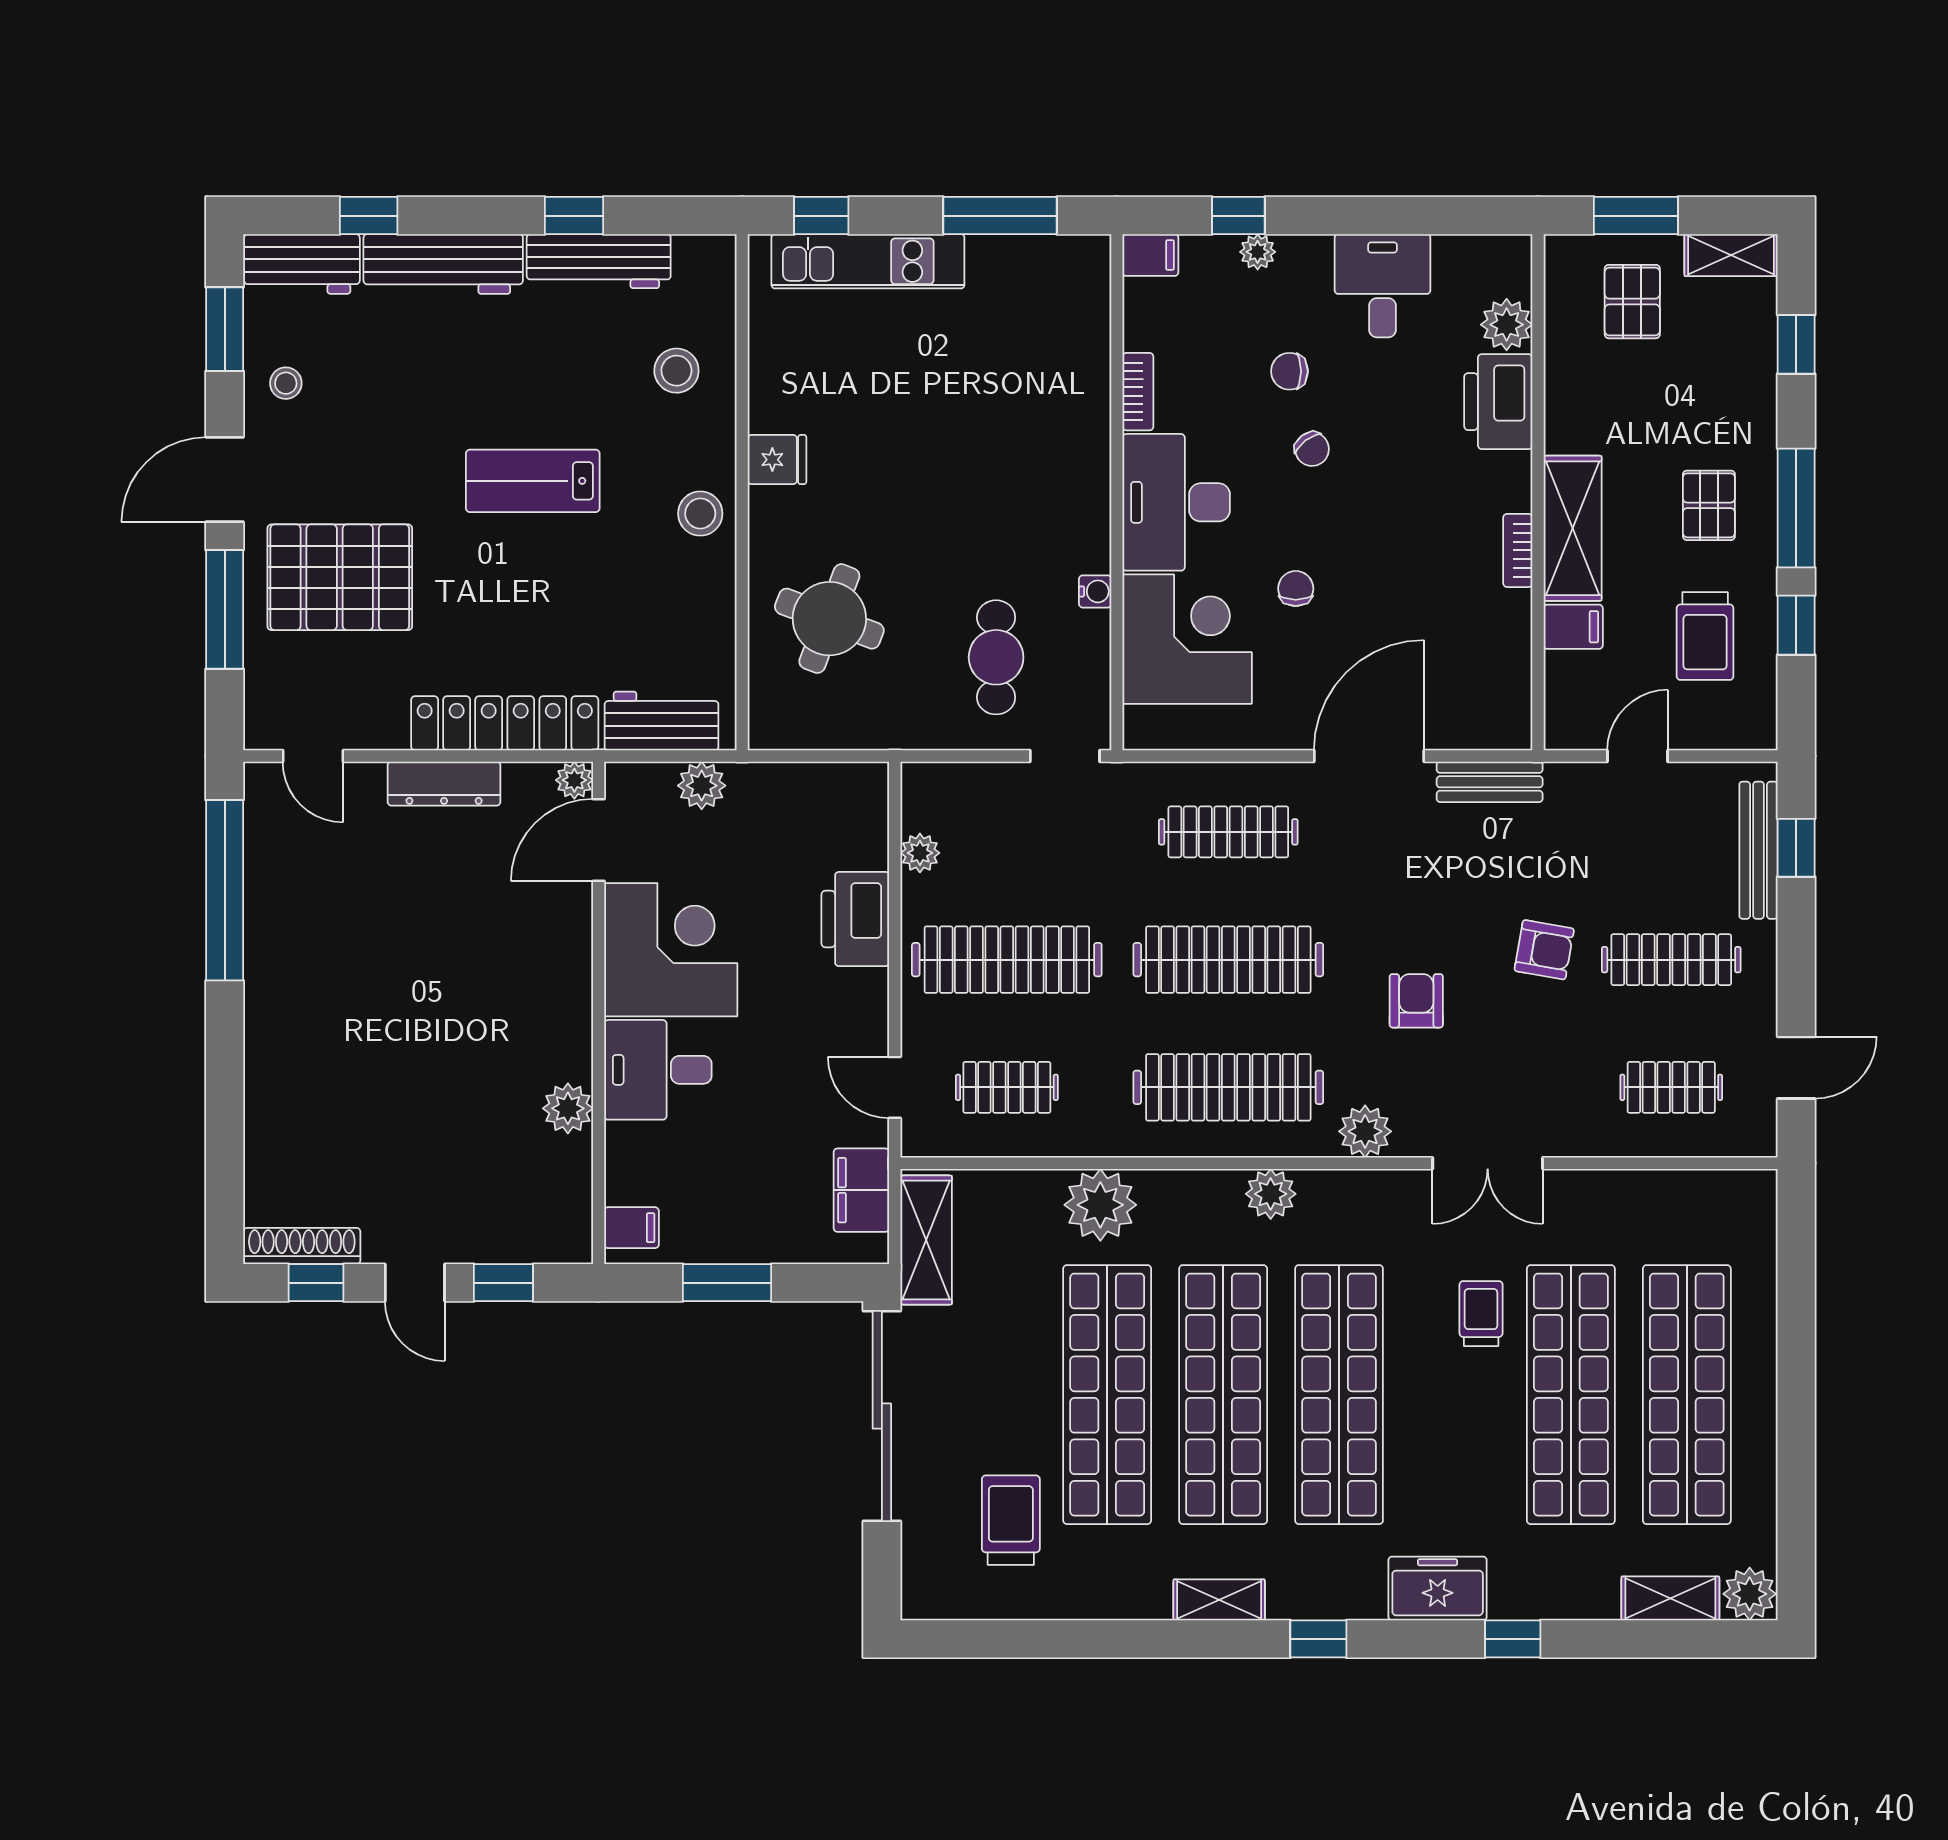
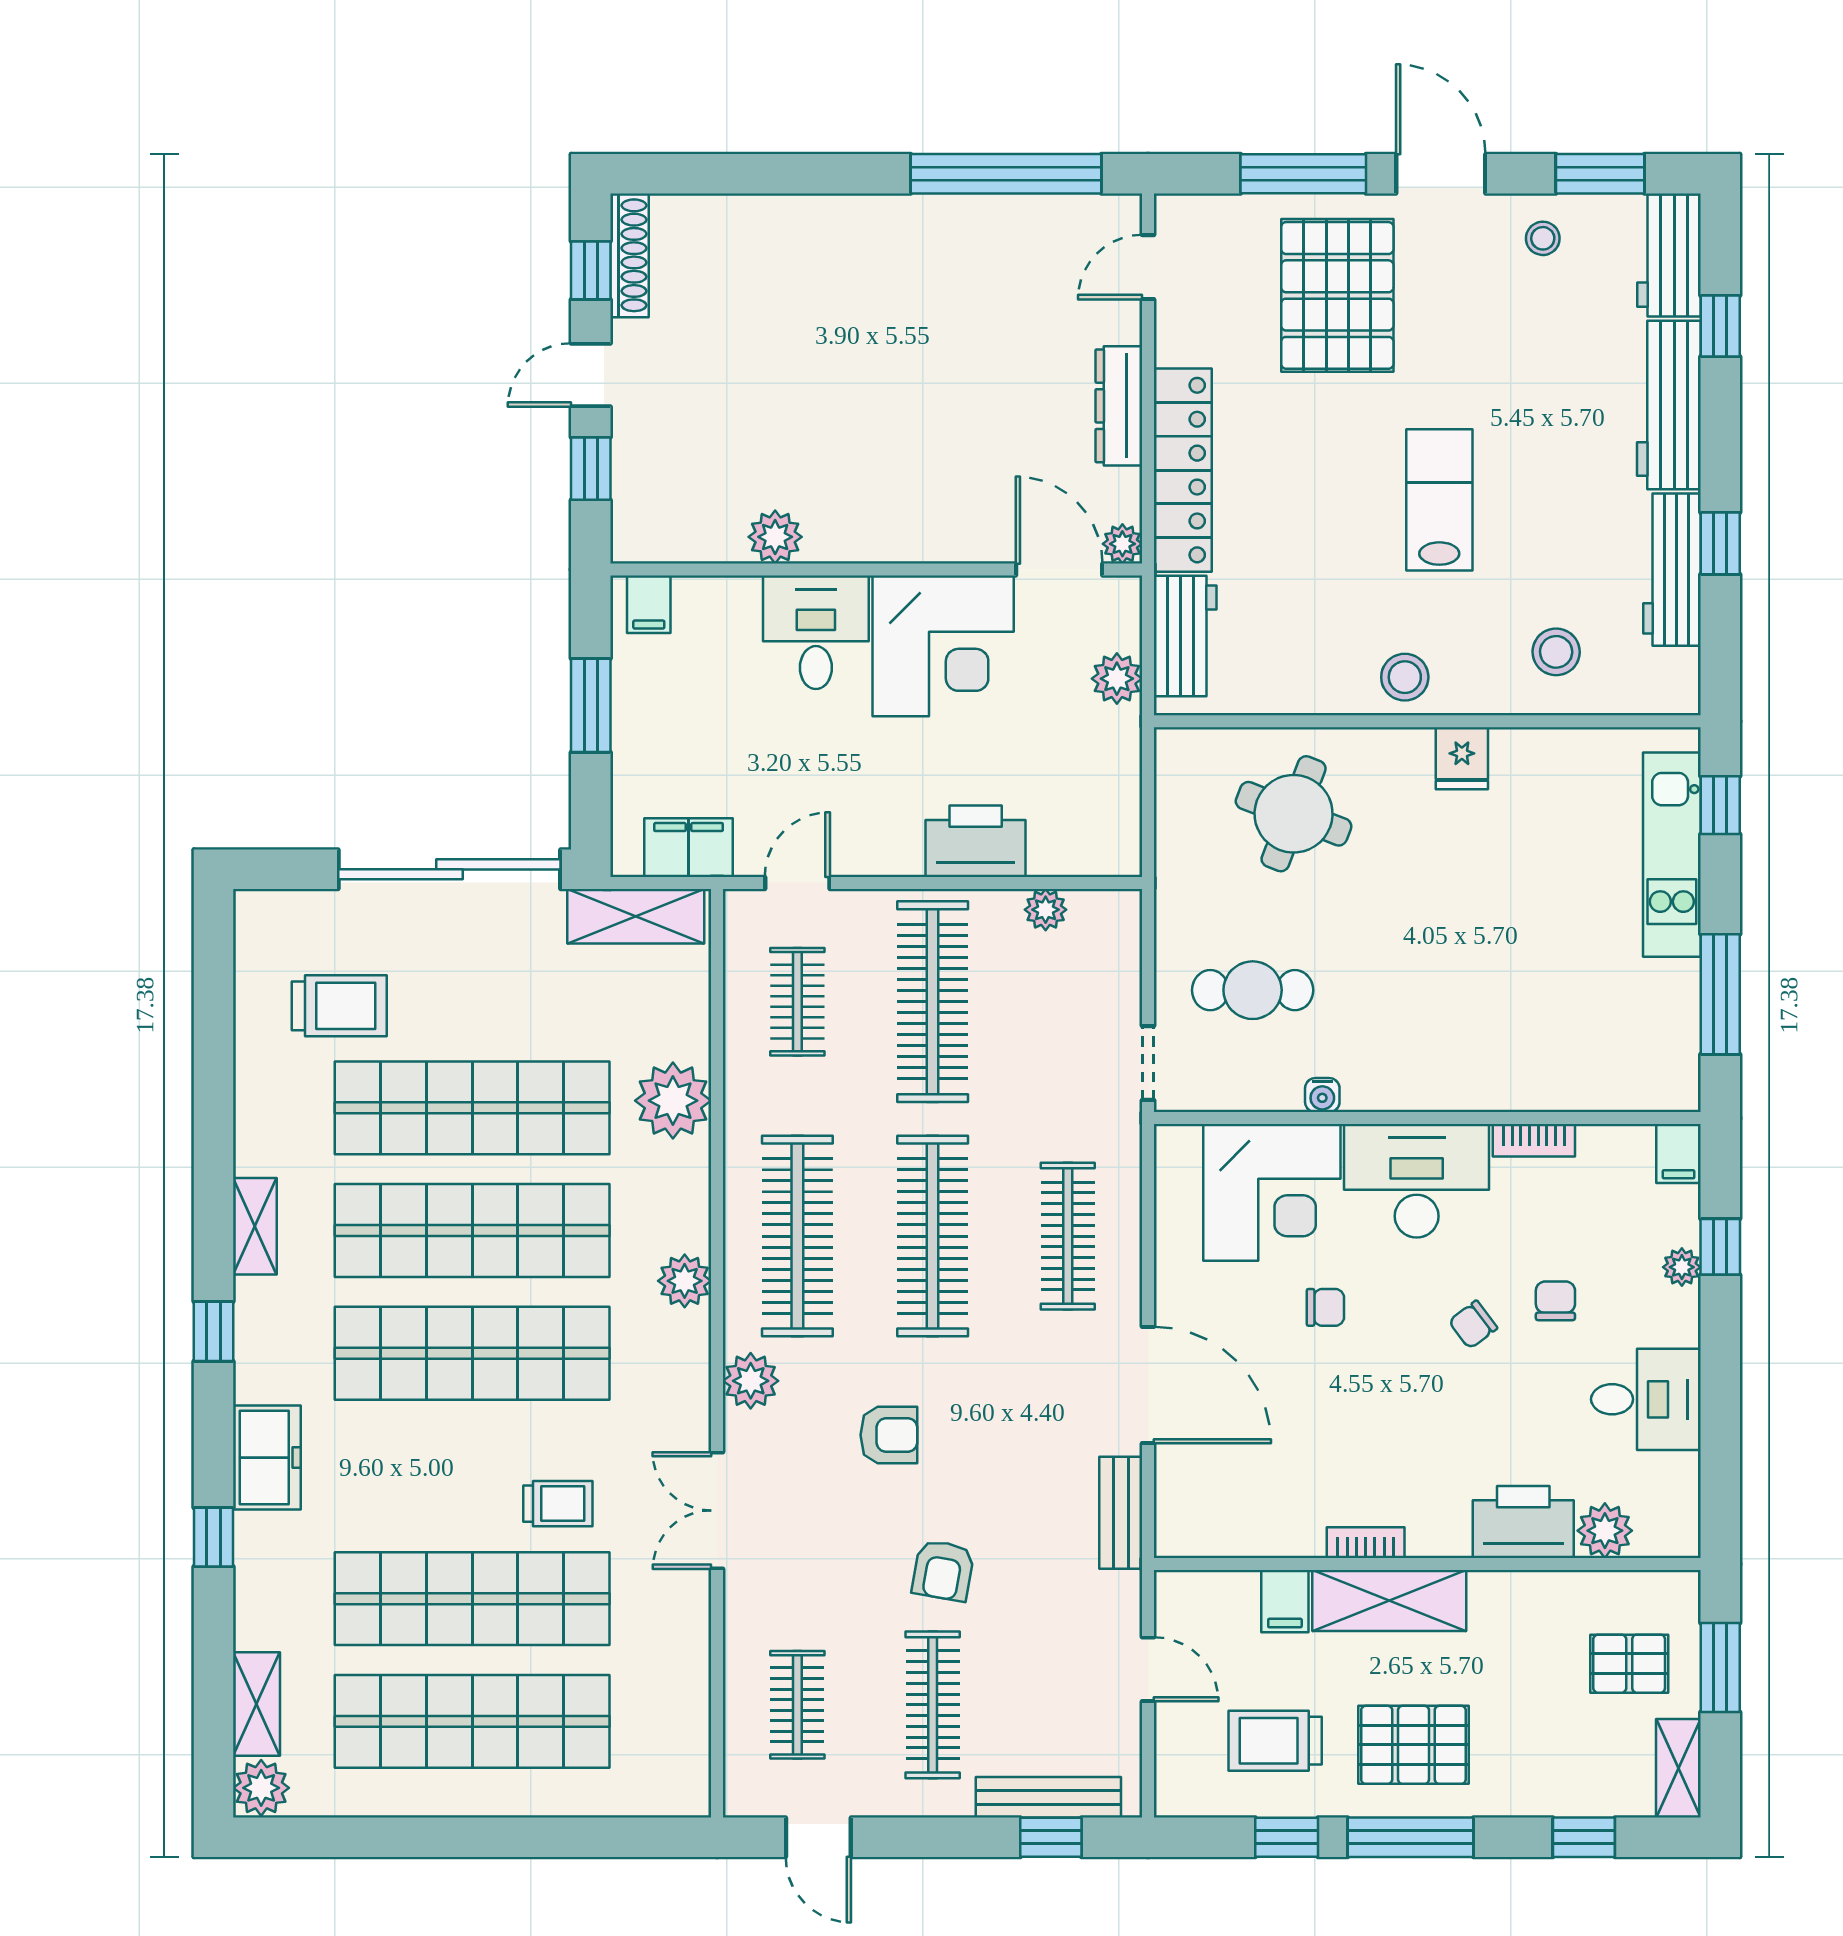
pallet: (1709, 505) -> (1413, 1745), width x1.50, depth x1.42

